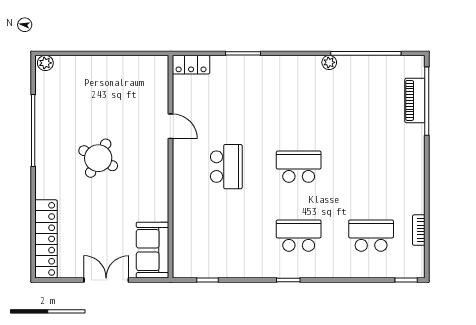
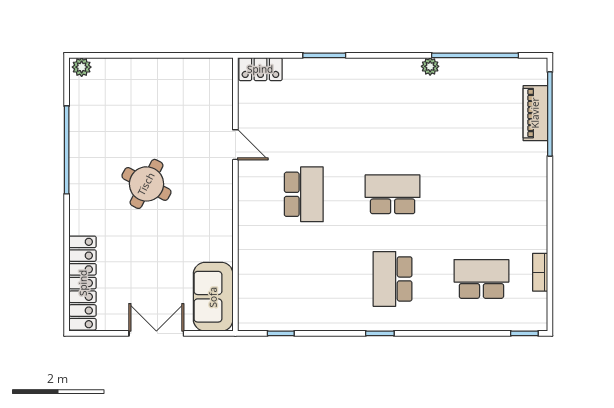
school desk: (299, 236) -> (393, 279), turned -90

